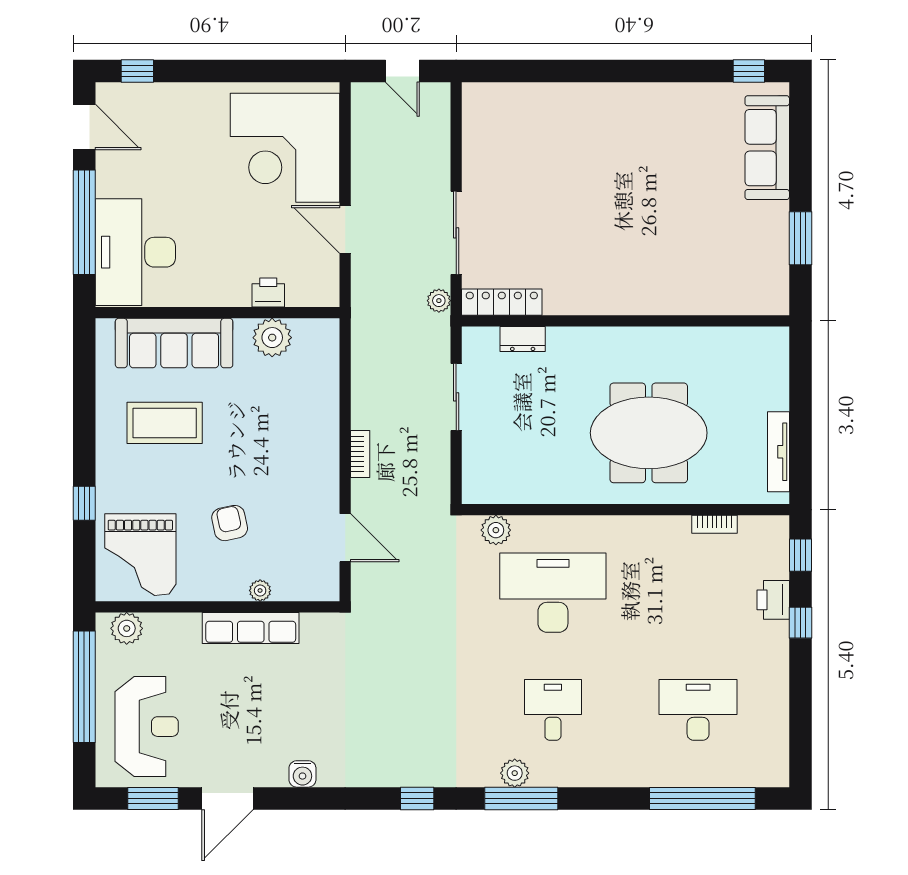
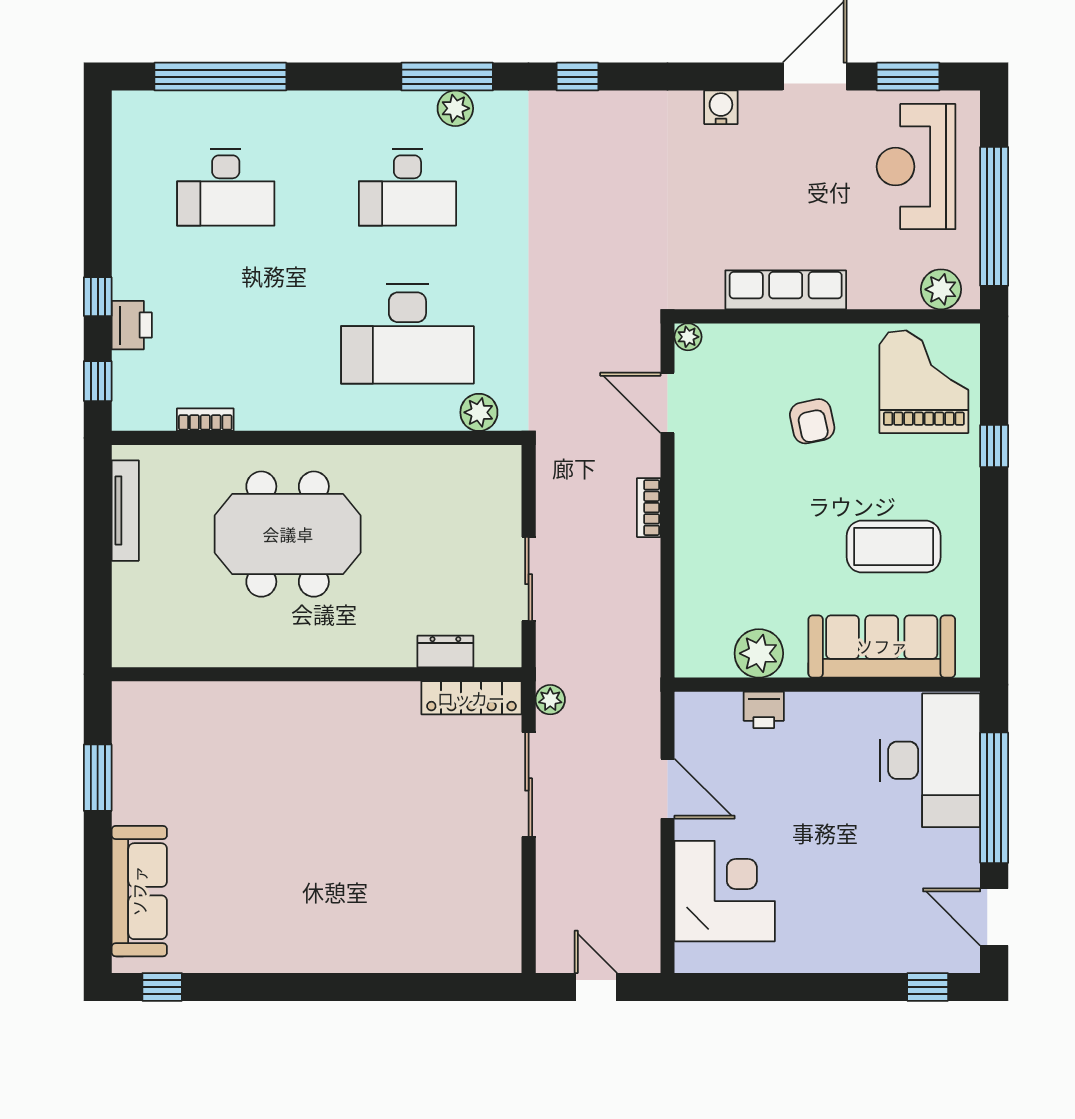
corner desk: (285, 148) -> (725, 891), width x0.74, depth x0.74
plant: (260, 591) -> (688, 337), moved
desk: (553, 710) -> (407, 187), width x1.37

